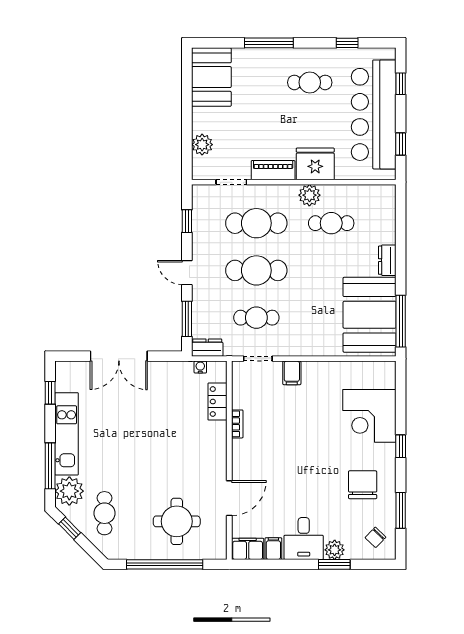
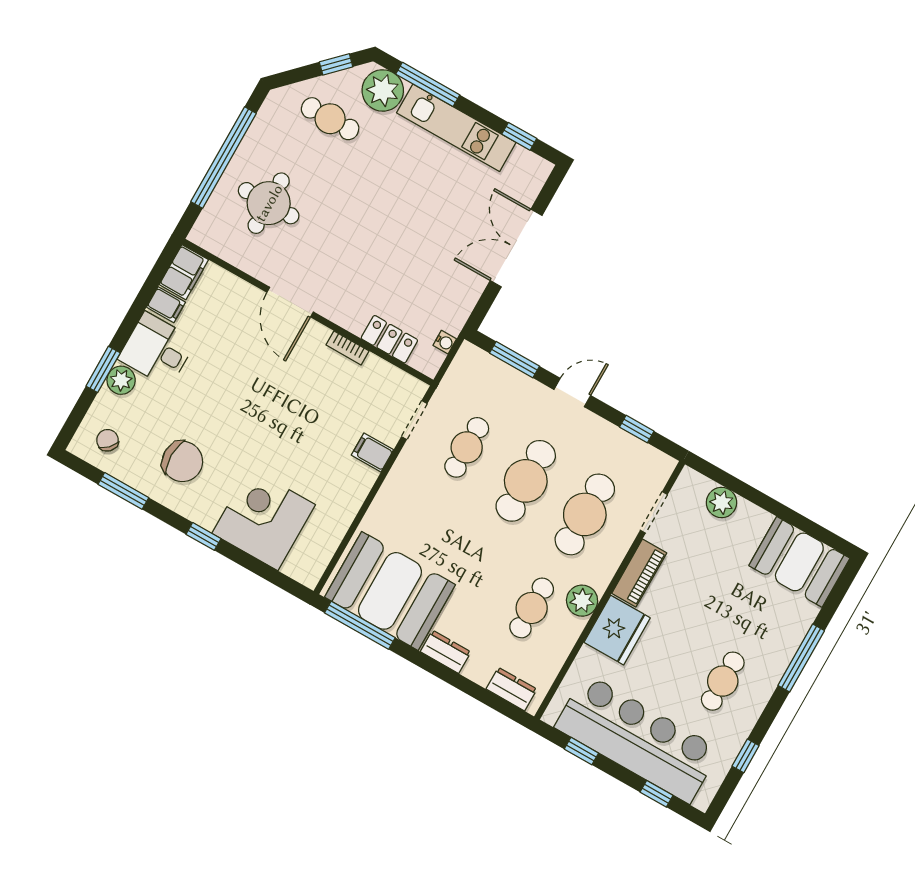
dresser: (207, 348) -> (511, 689), moved, turned -90
door: (229, 498) -> (290, 302), moved

